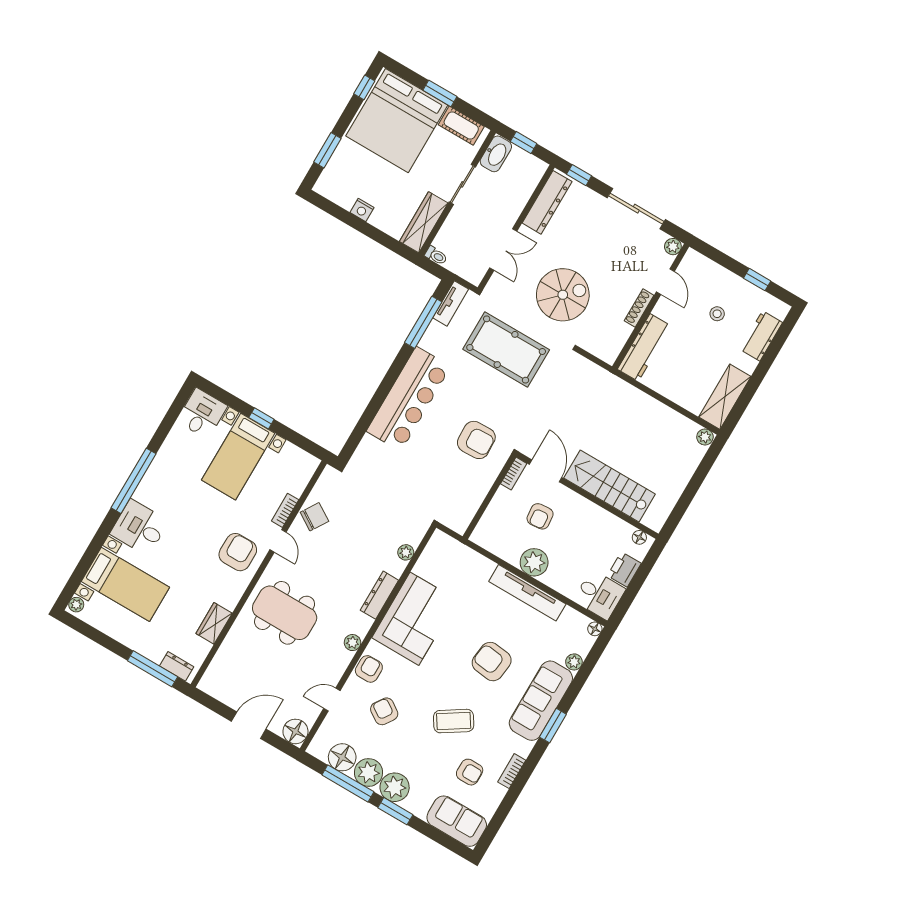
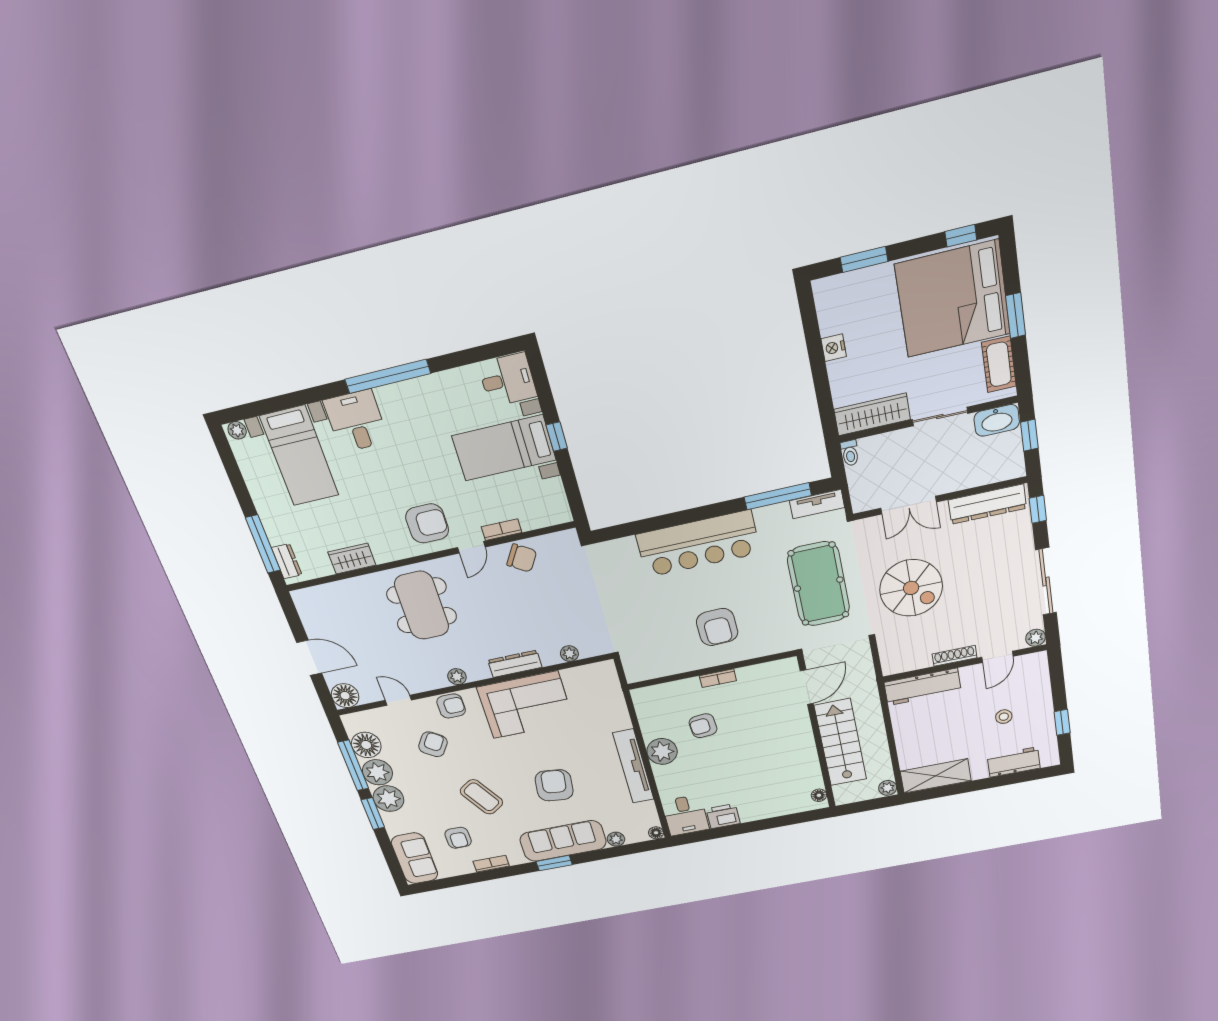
door: (546, 471) -> (807, 687), moved
stairs: (610, 486) -> (840, 742), moved
wall: (587, 495) -> (817, 733), moved
floor lamp: (639, 537) -> (819, 795), moved

